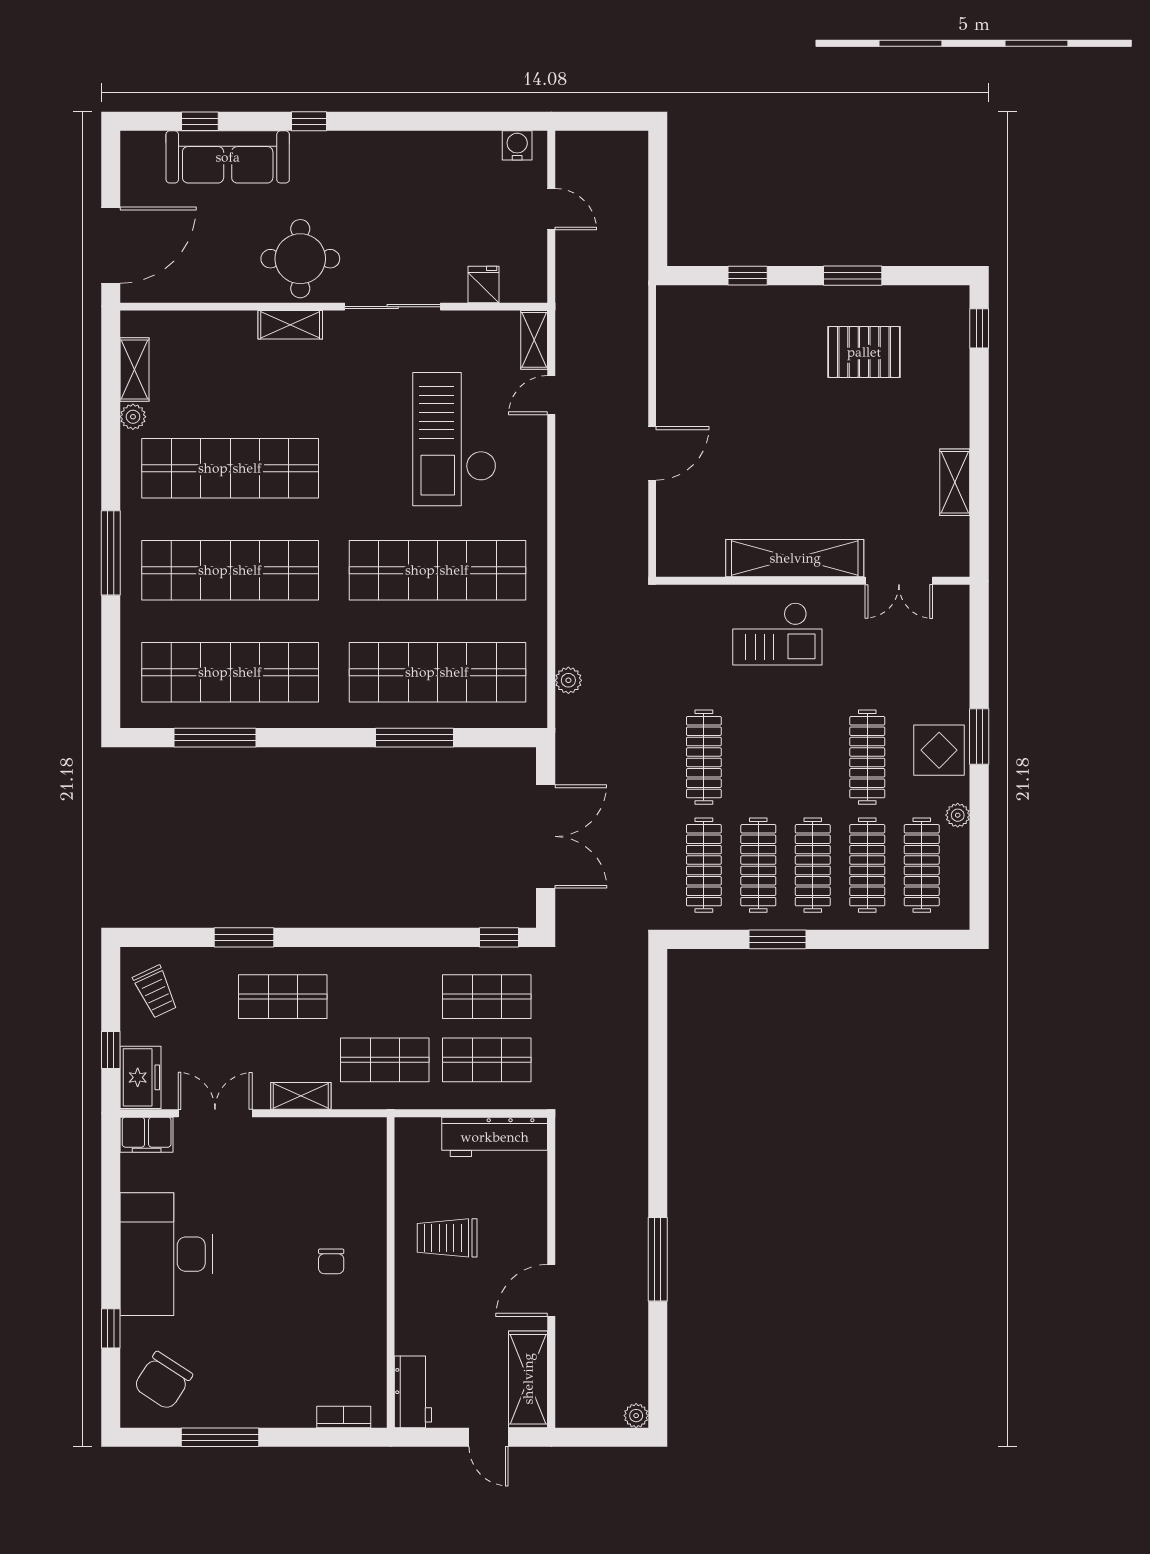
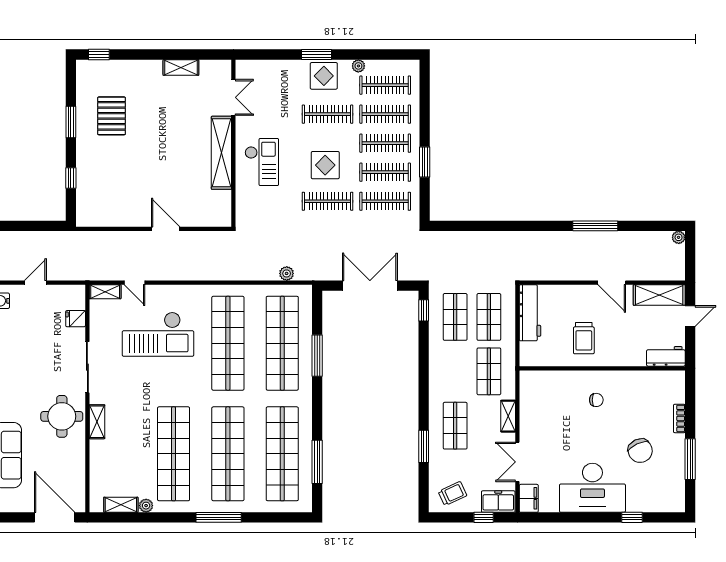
display table: (772, 753) -> (325, 165), added
chair: (163, 1381) -> (640, 451), moved, turned 32
bookcase: (344, 1417) -> (679, 418), moved

